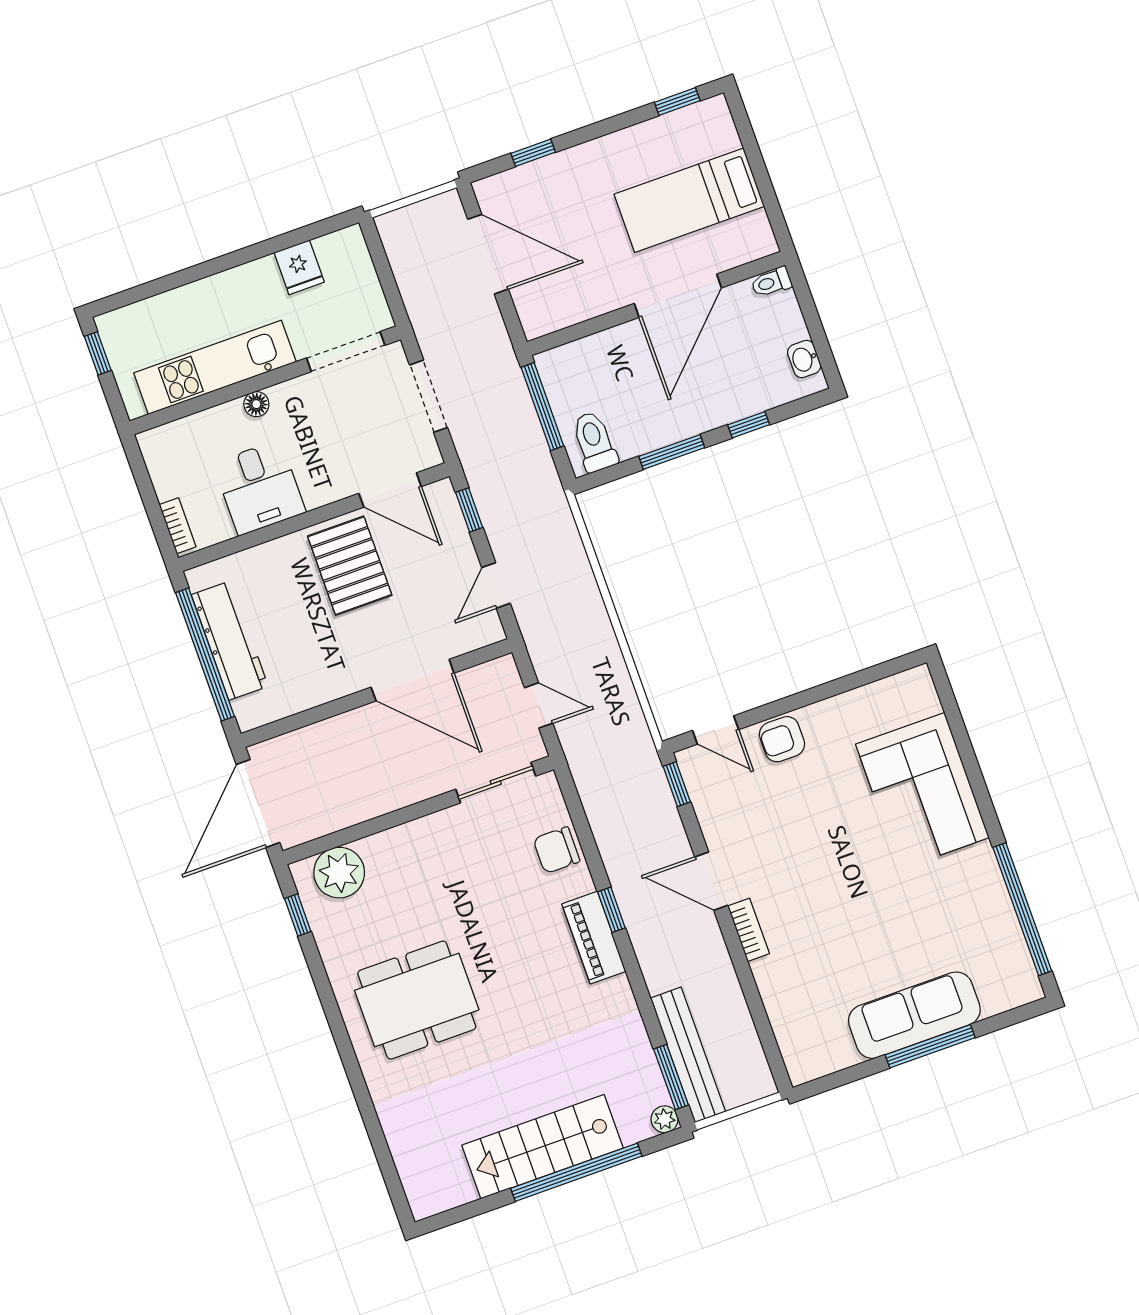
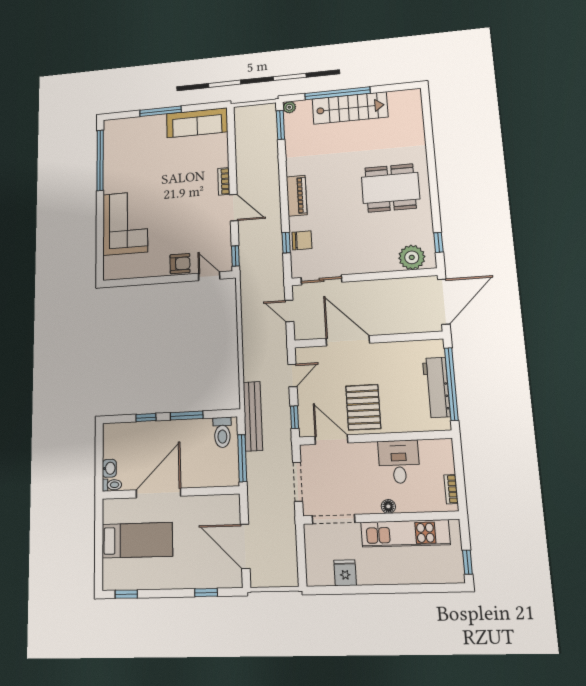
washbasin: (804, 359) -> (109, 468), moved
bookcase: (178, 526) -> (451, 489), moved
window: (611, 910) -> (286, 243), moved
sofa: (914, 1015) -> (197, 123), moved
bench: (688, 1055) -> (253, 416), moved

